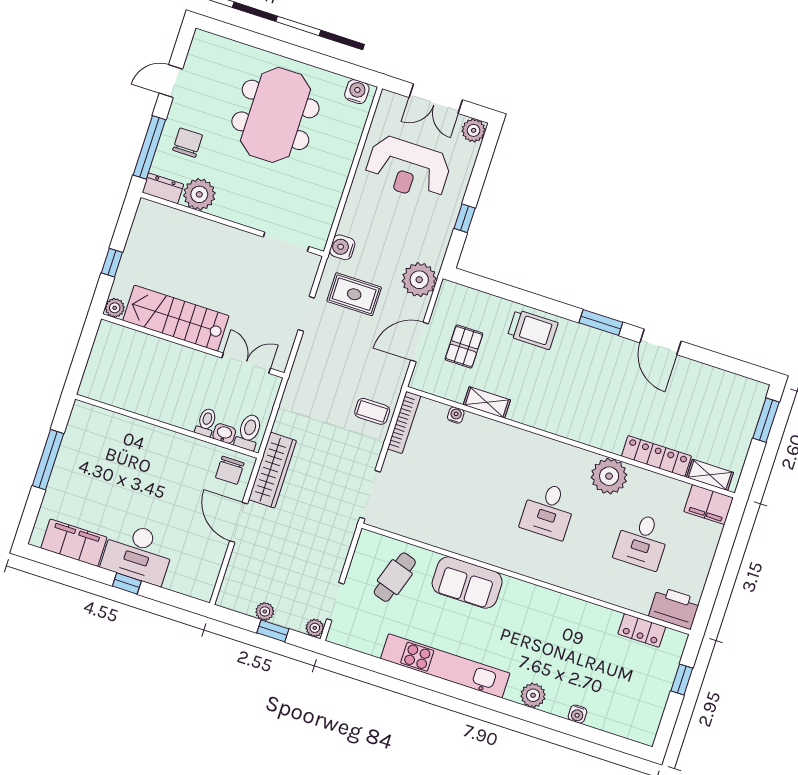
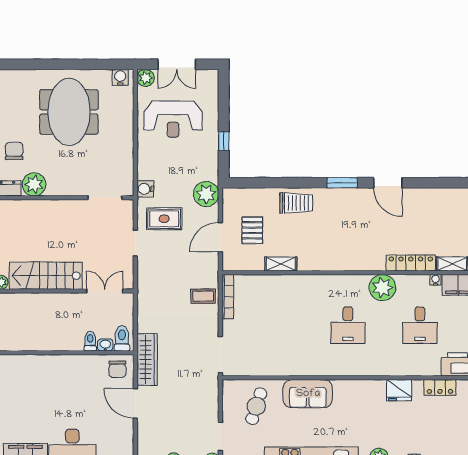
plant: (474, 130) -> (146, 78), moved
water cooler: (456, 415) -> (435, 280), moved
fridge: (587, 617) -> (399, 390), added

